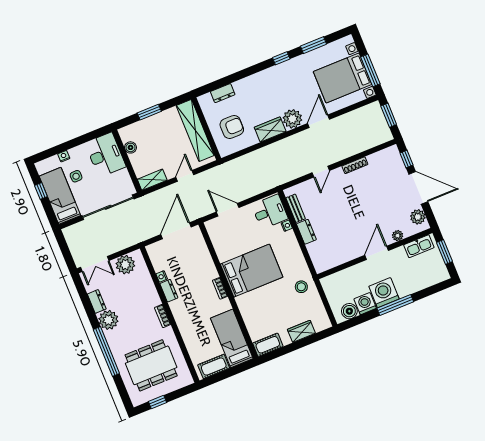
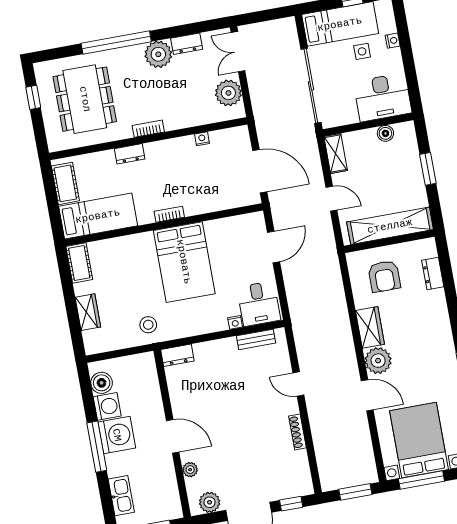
dresser: (306, 232) -> (177, 355), moved
kitchen sink: (419, 246) -> (121, 496), moved, turned 180
dresser: (169, 291) -> (130, 154), moved

